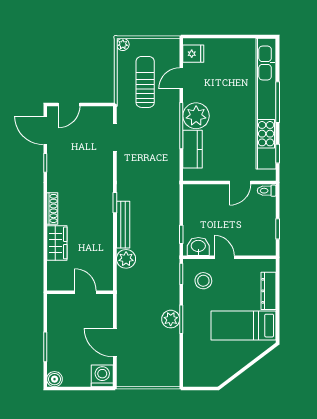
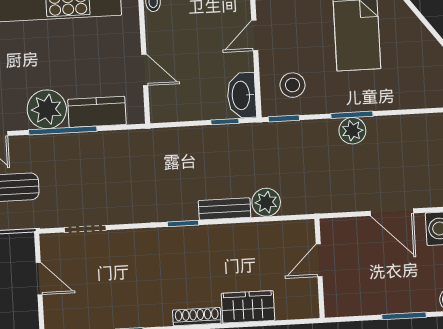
door: (69, 105) -> (39, 279), moved
door: (240, 183) -> (145, 70), moved
bench: (123, 225) -> (225, 209), width x0.73
washbasin: (198, 246) -> (242, 95), width x1.38
door: (224, 257) -> (255, 35), moved
door: (115, 343) -> (392, 212), hinge flipped

